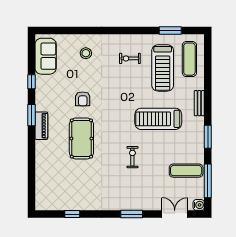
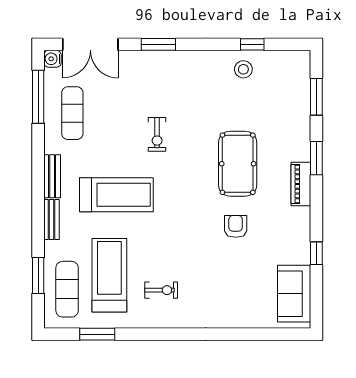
stool: (86, 53) -> (243, 69), moved
window: (32, 115) -> (316, 158), moved
bench: (199, 131) -> (52, 176), added
window: (208, 137) -> (38, 275), moved
exercise mat: (186, 171) -> (72, 113), turned 90
window: (32, 181) -> (316, 97), added
double door: (175, 214) -> (90, 44), width x1.37

